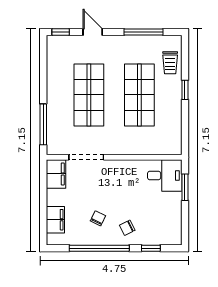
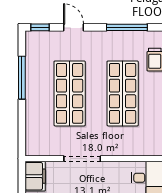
window: (43, 124) -> (22, 78), moved
doorway: (86, 157) -> (82, 159), moved

